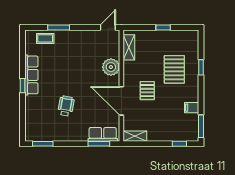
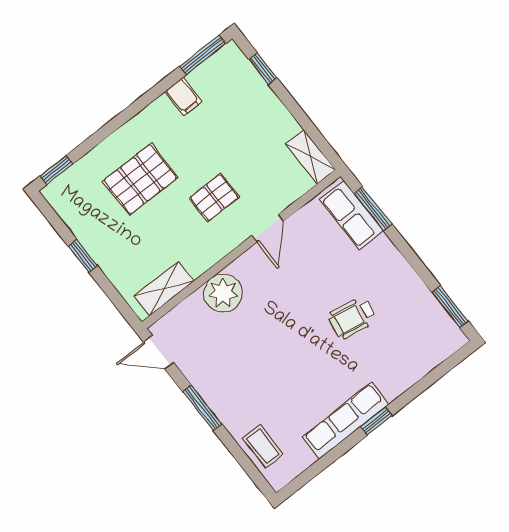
window: (59, 28) -> (202, 408), moved
window: (201, 67) -> (56, 170), moved
door: (121, 101) -> (268, 228), width x0.53

